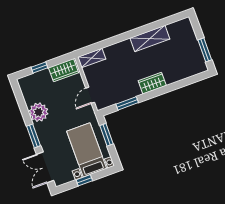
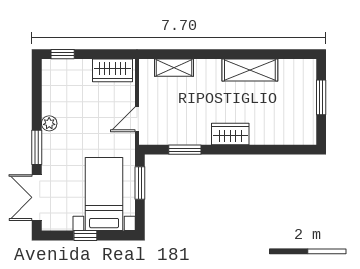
window: (205, 50) -> (321, 97), moved
shelving: (92, 58) -> (174, 68), moved
window: (39, 67) -> (63, 54), moved
plant: (39, 112) -> (49, 123), width x0.53, depth x0.53

